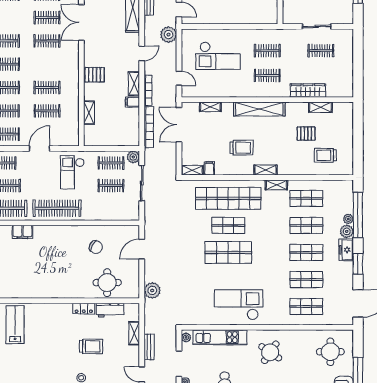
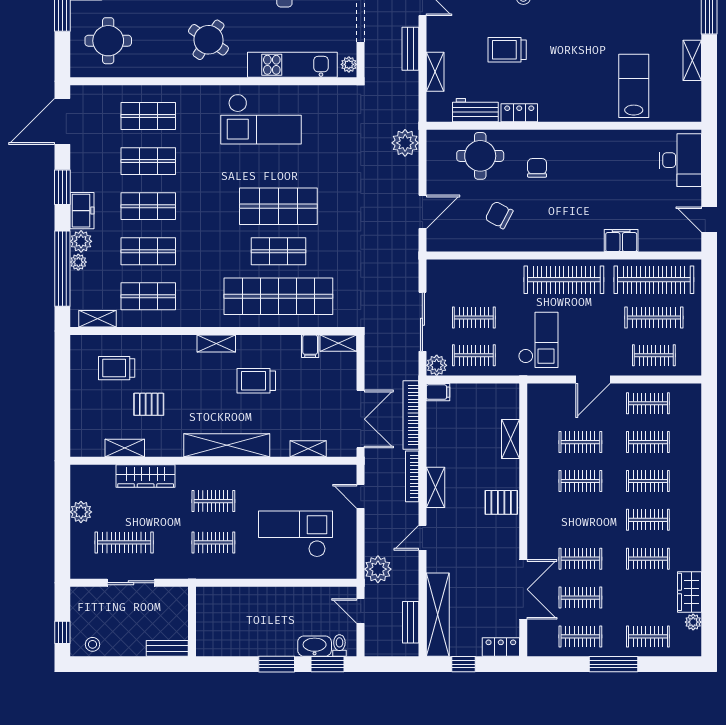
clothes rail: (321, 51) -> (124, 542), width x1.36
plant: (347, 69) -> (81, 512), added
filing cabinet: (132, 102) -> (438, 392), moved
trolley: (325, 155) -> (117, 368), turned 180
shelving: (276, 185) -> (97, 319), moved
chair: (73, 275) -> (537, 168), added
lab bench: (15, 325) -> (634, 86), turned 180

